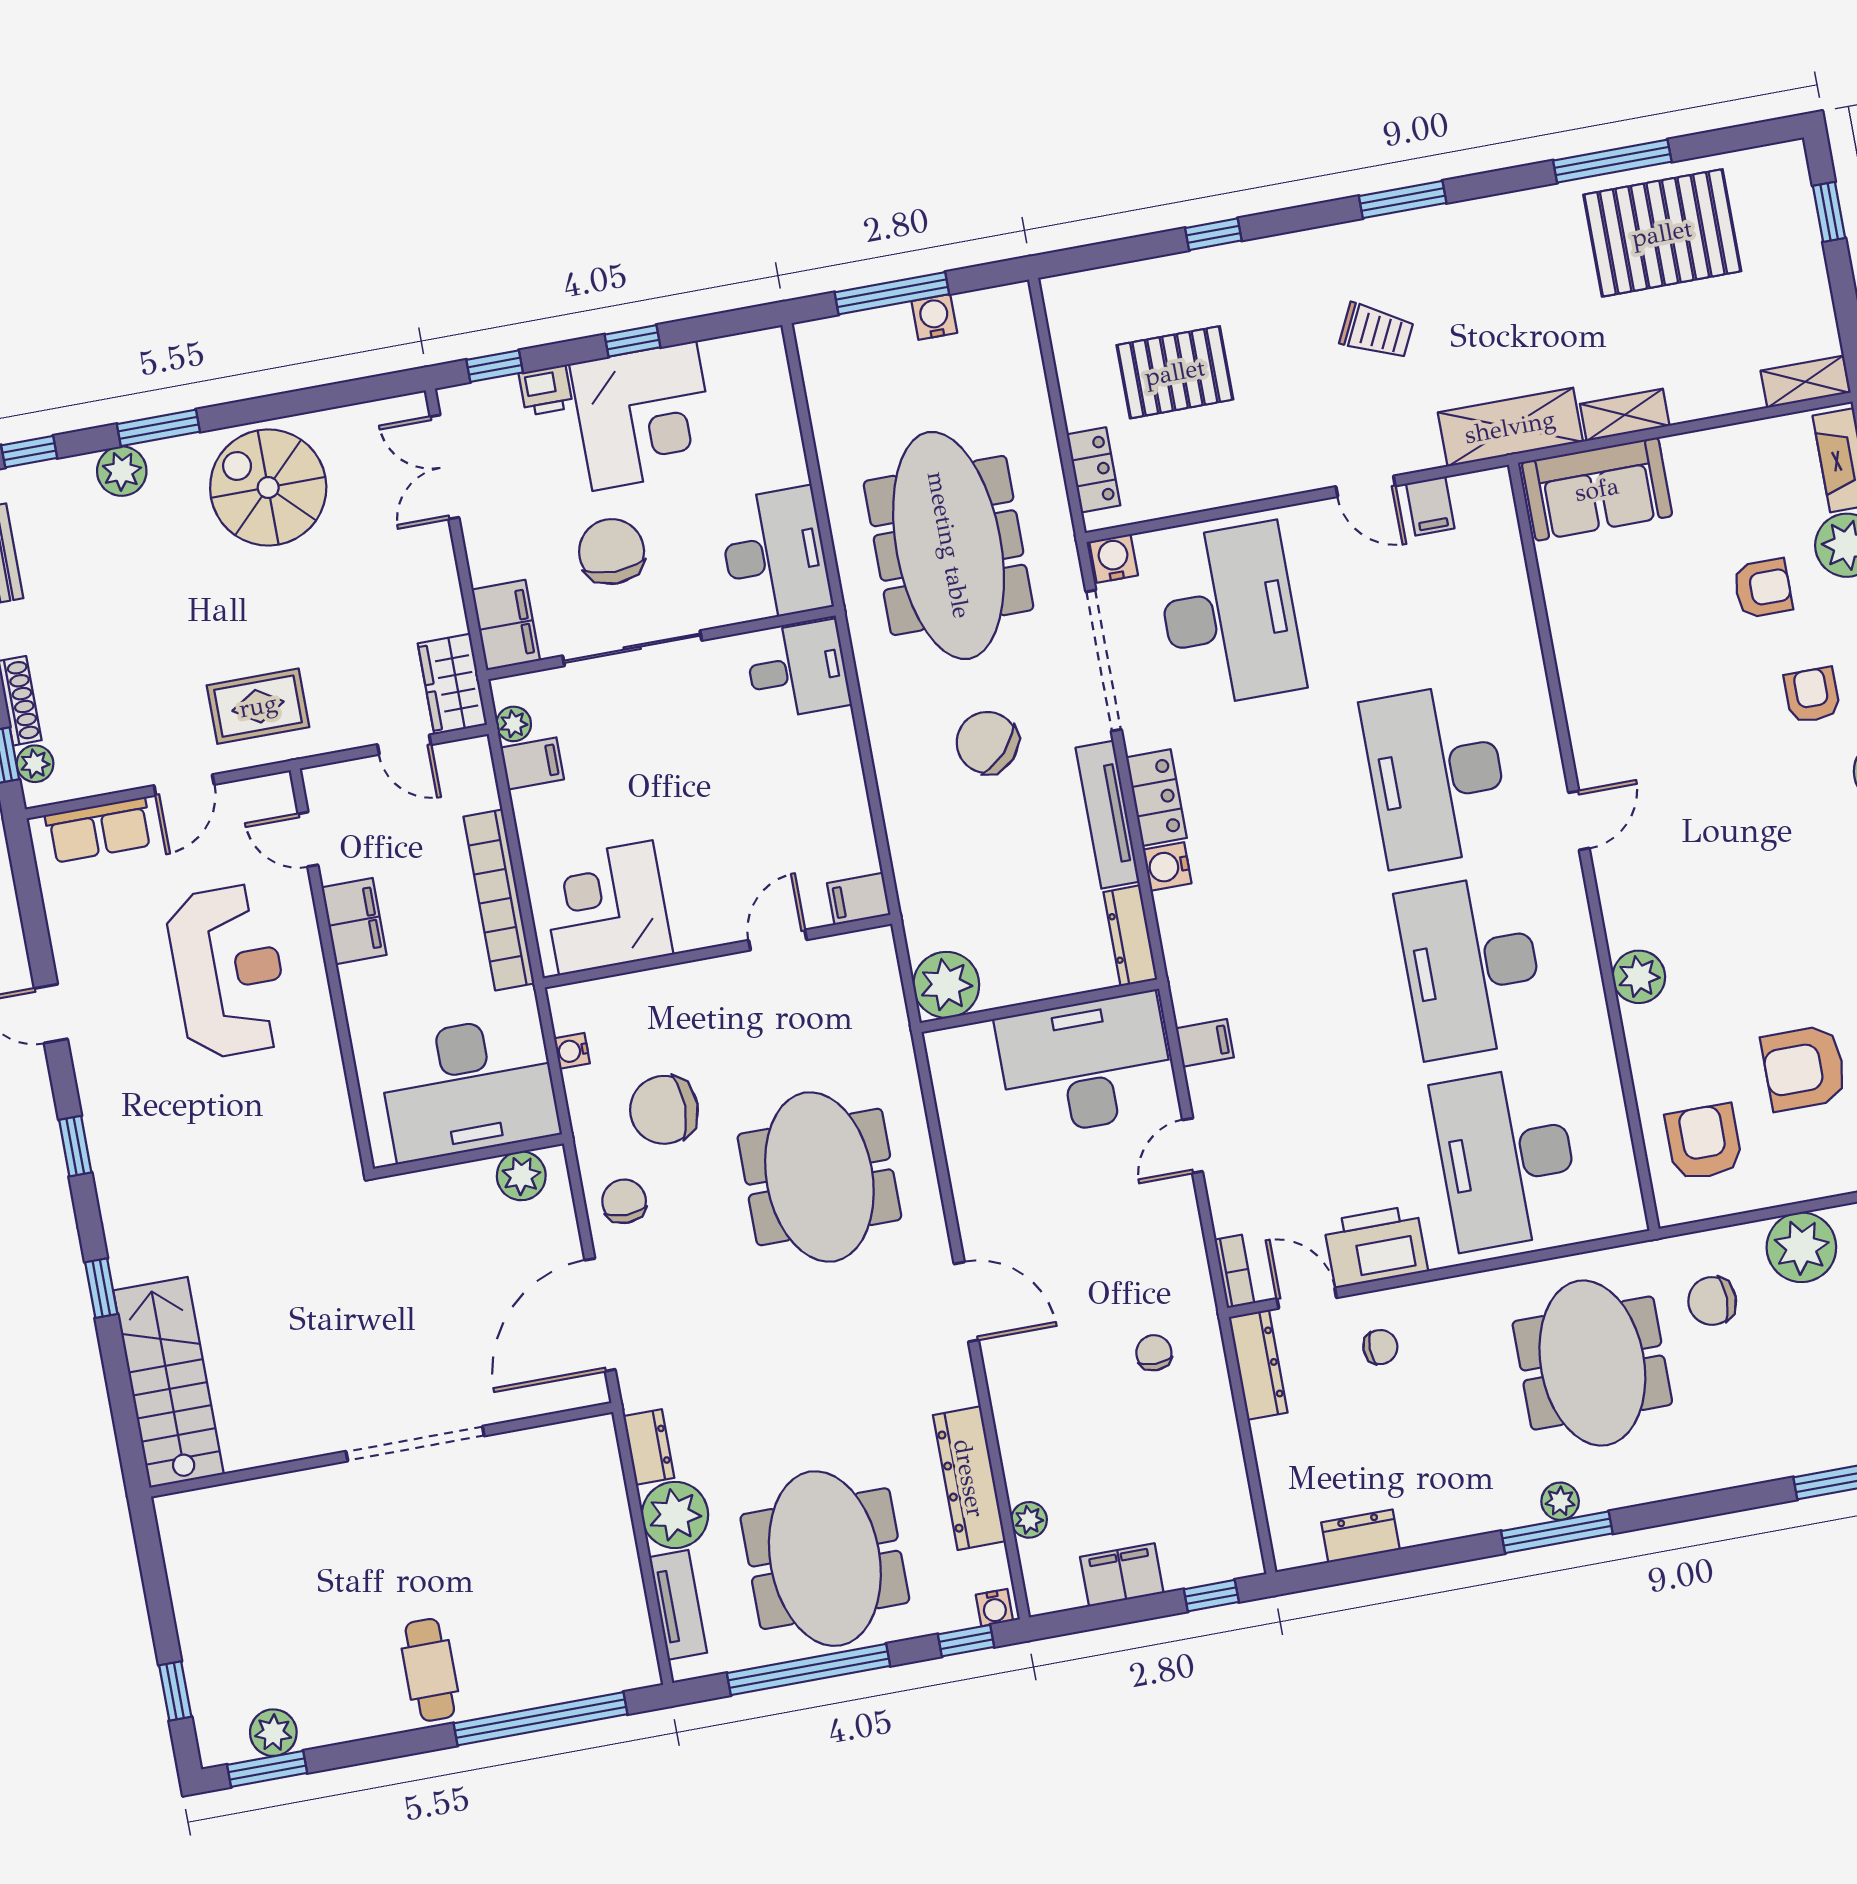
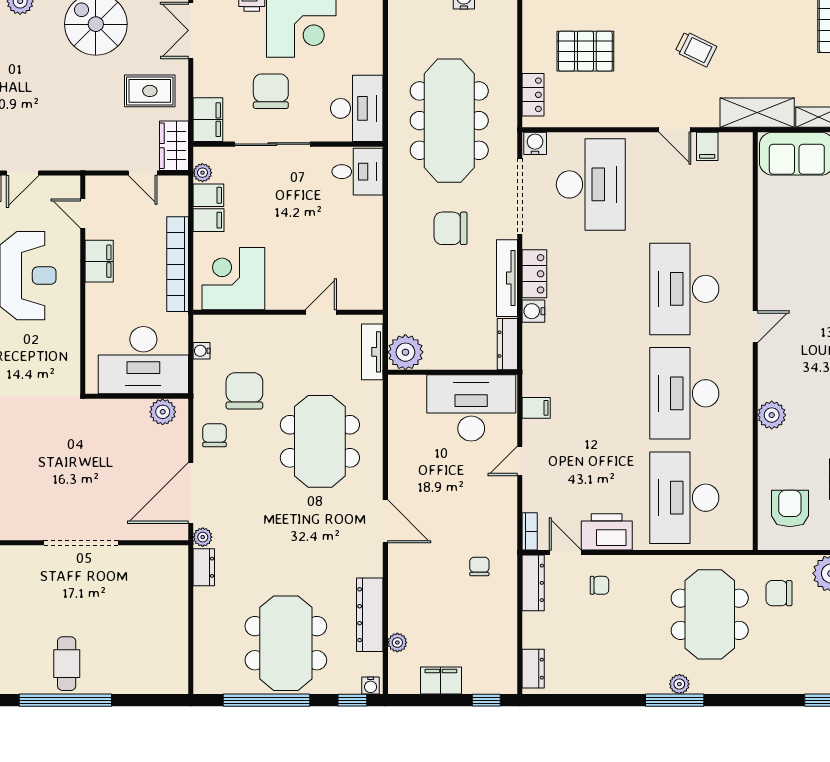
rug: (258, 706) -> (150, 91), moved
chair: (987, 743) -> (451, 228), turned -43
filing cabinet: (859, 899) -> (209, 220), moved, turned 180
chair: (664, 1110) -> (244, 391), turned 90
plant: (675, 1515) -> (203, 537), moved, width x0.53, depth x0.53
dresser: (1360, 1536) -> (533, 669), moved, turned 90
tv unit: (678, 1605) -> (372, 352), moved, turned 180
window: (540, 1719) -> (65, 700), moved

